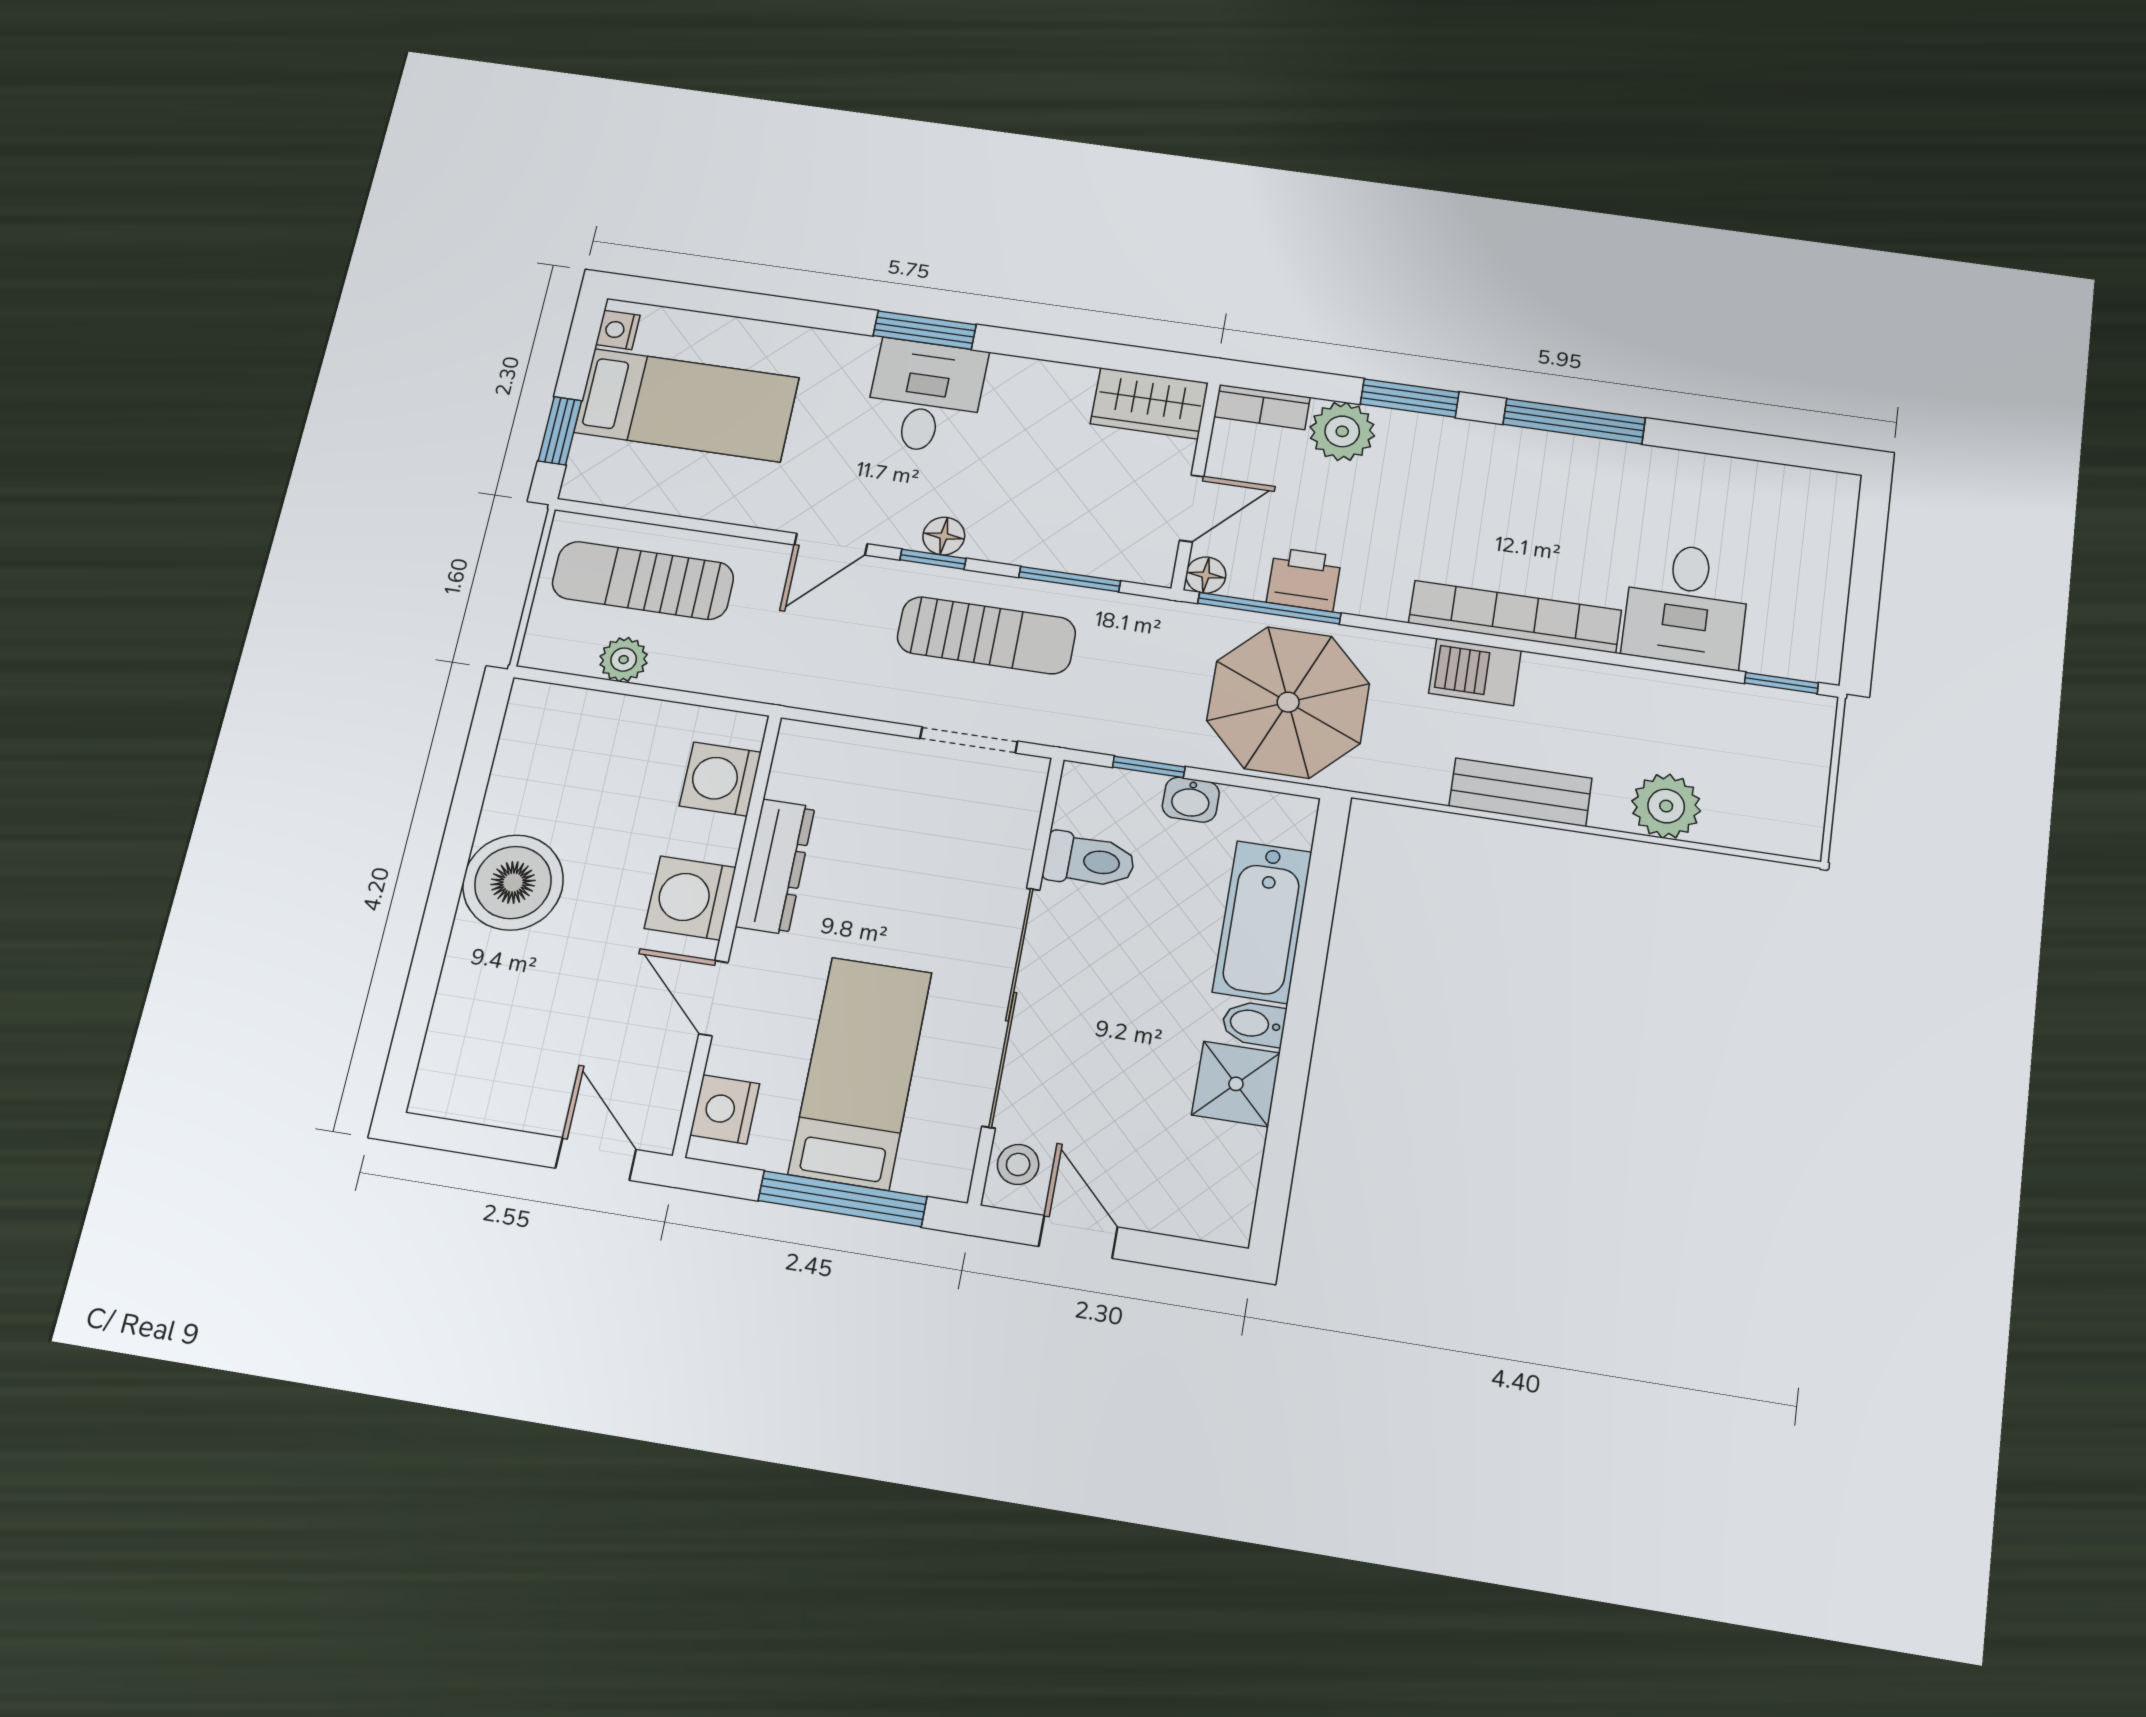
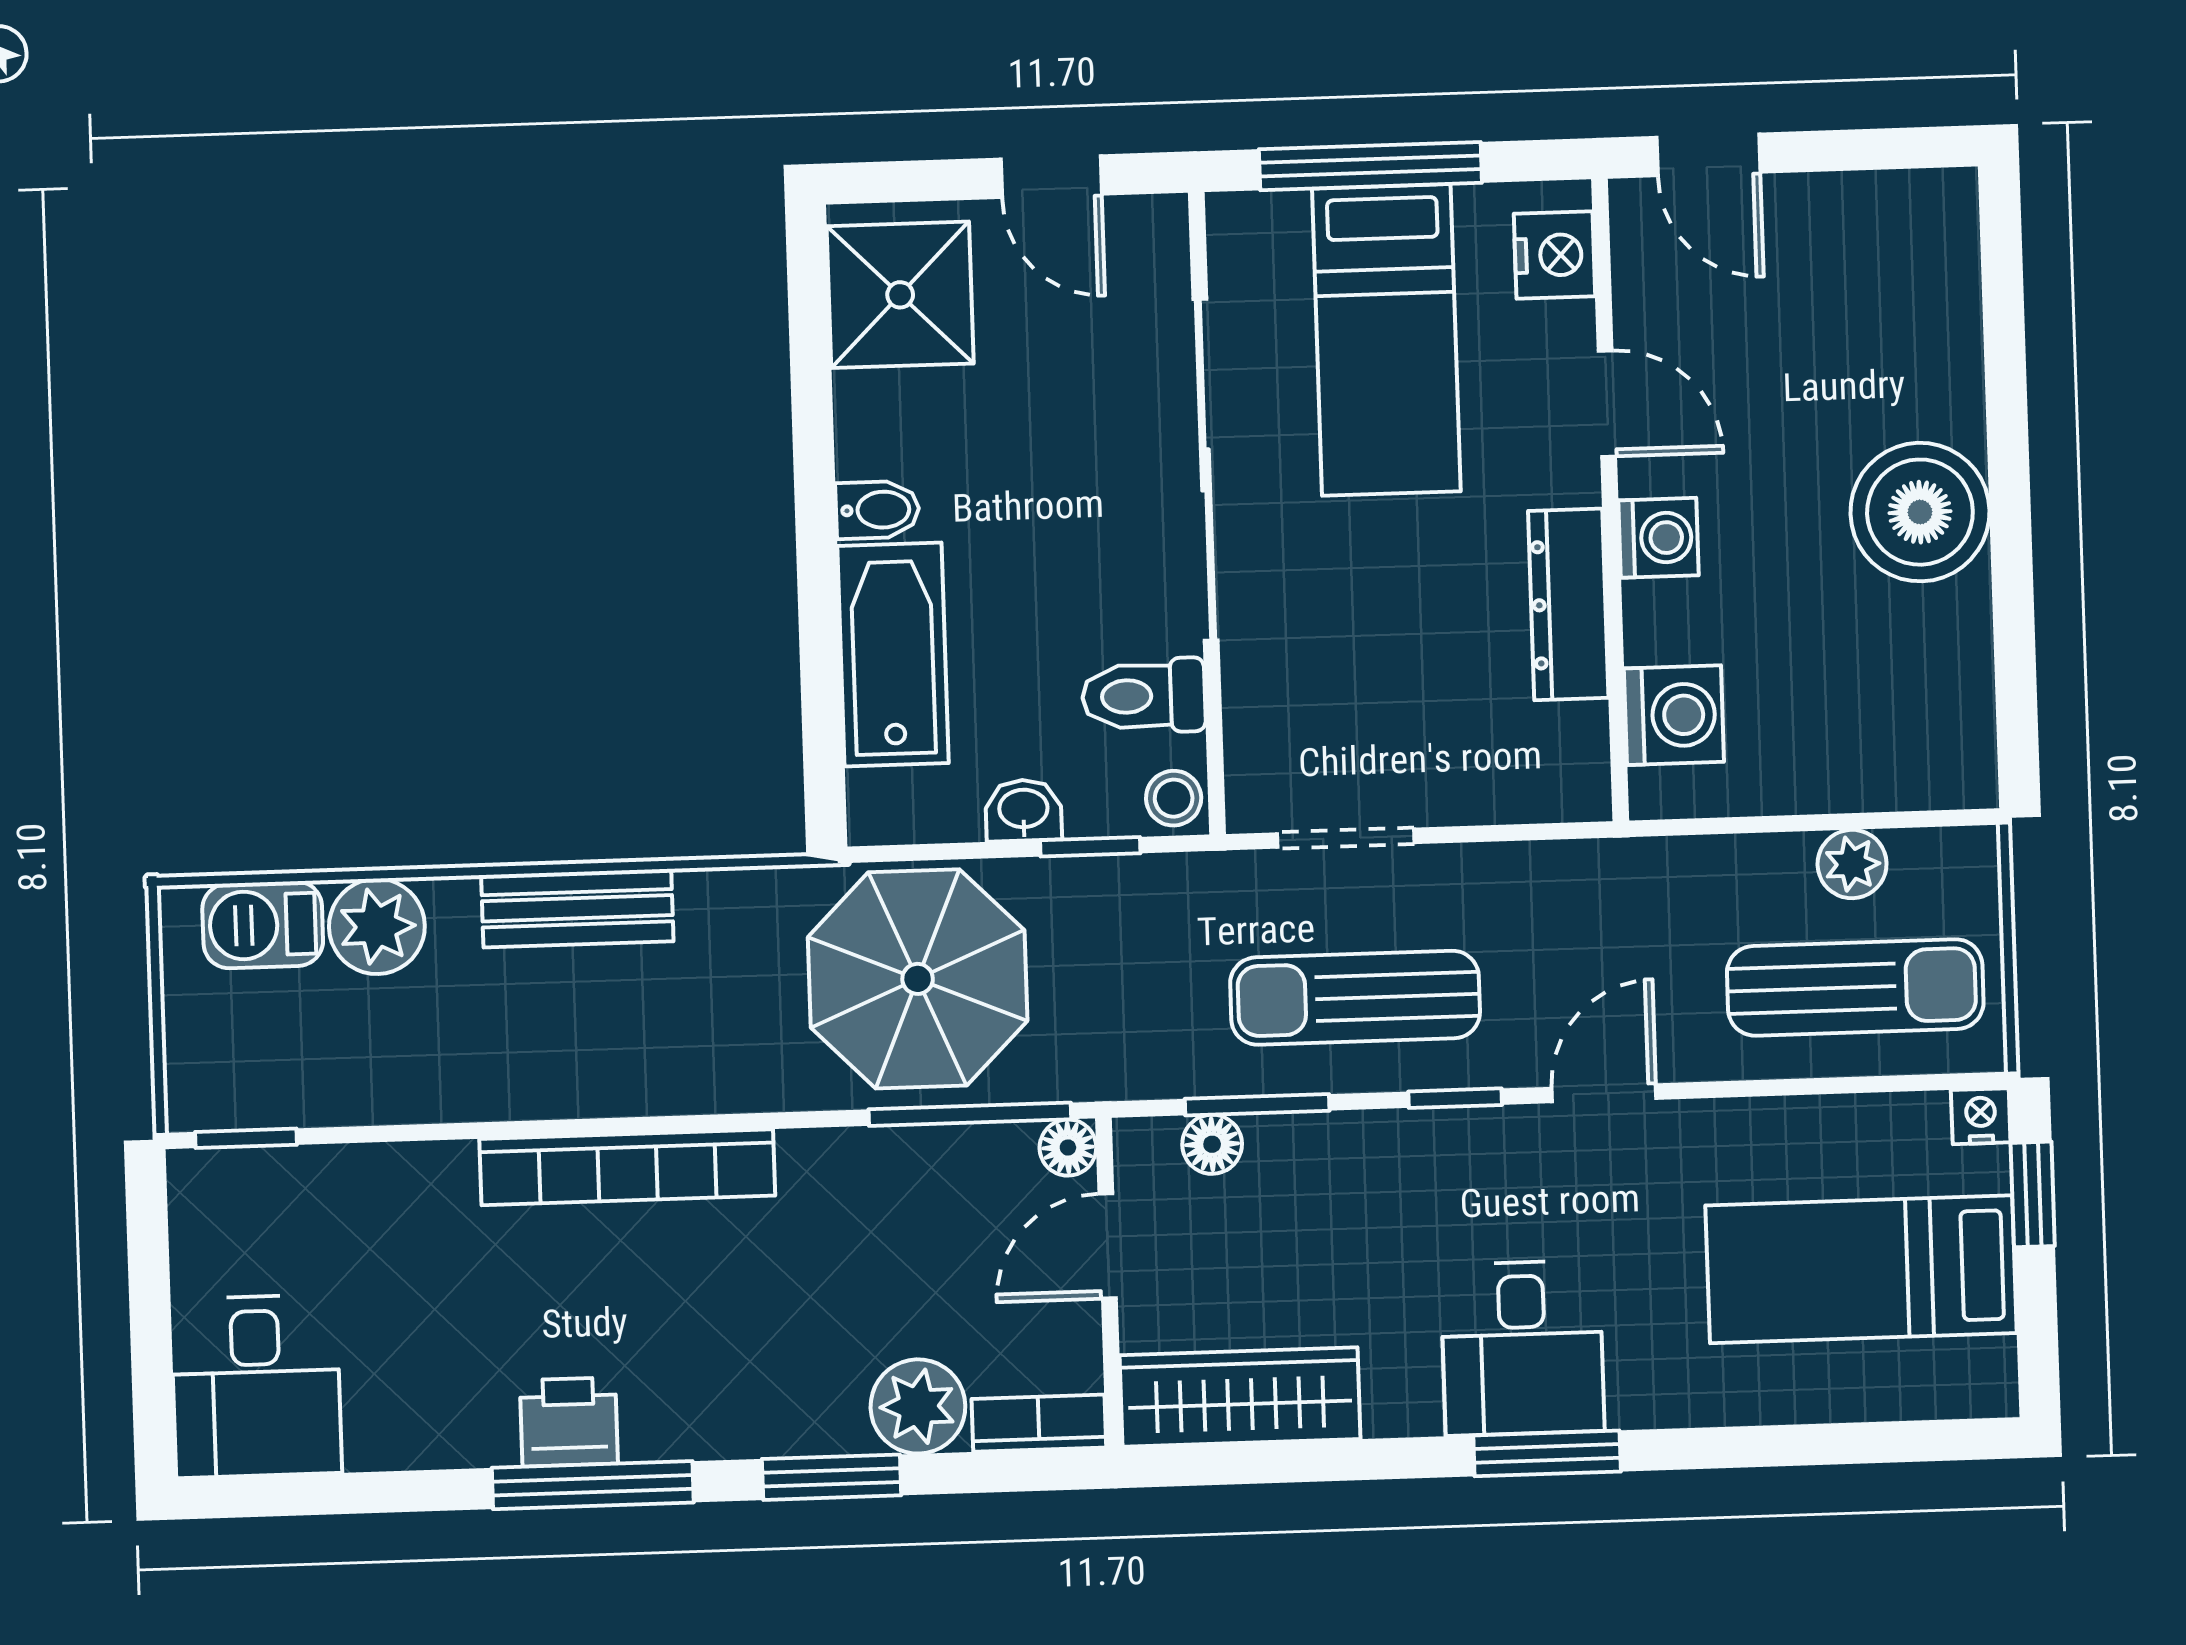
nightstand: (618, 330) -> (1981, 1116), moved, turned -90
wardrobe: (1149, 403) -> (1240, 1397), width x1.50
floor lamp: (944, 536) -> (1212, 1144), moved
printer: (1304, 579) -> (569, 1422), moved, turned 180
desk: (1686, 605) -> (256, 1386), moved, turned 180
barbecue: (1475, 672) -> (263, 925), moved, turned 180
washing machine: (690, 898) -> (1658, 538), width x0.73, depth x0.73
shower: (1236, 1084) -> (900, 295), moved, width x1.36, depth x1.36
stool: (1018, 1164) -> (1174, 798), moved

